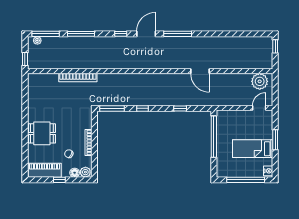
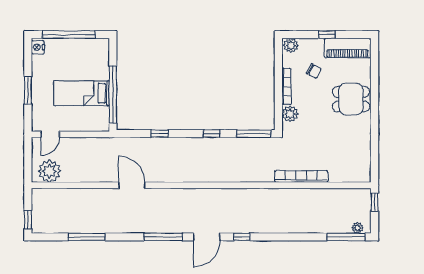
window: (81, 34) -> (87, 237), moved
plant: (86, 123) -> (290, 114), added
bed: (253, 149) -> (82, 93), moved, turned 180
floor lamp: (75, 173) -> (306, 45), removed

